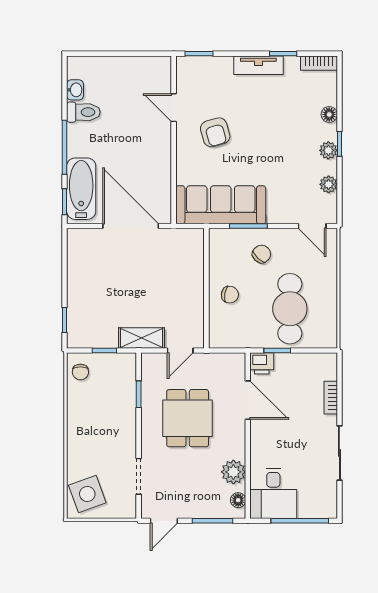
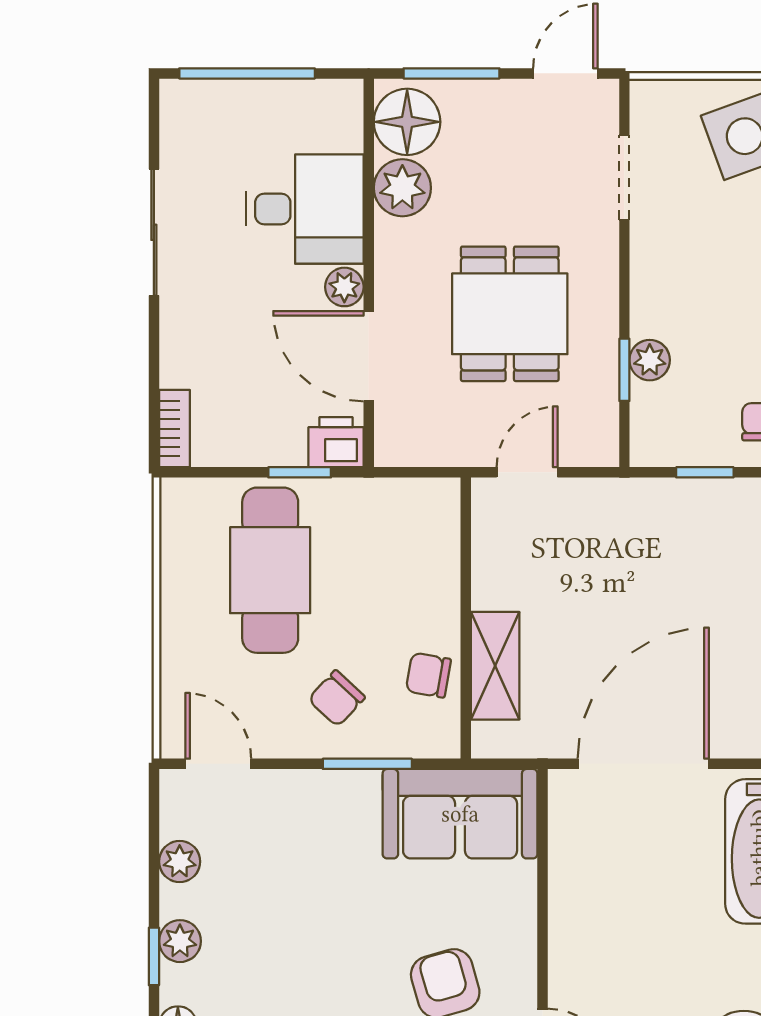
sofa: (221, 205) -> (460, 814), width x0.73
door: (131, 226) -> (643, 764), swing flipped
chair: (230, 295) -> (428, 675), moved
shelving: (142, 338) -> (495, 666), moved, turned 90
plant: (128, 398) -> (650, 360), added
bookcase: (331, 398) -> (174, 429), moved
plant: (258, 430) -> (344, 287), added
desk: (273, 493) -> (305, 209), moved, turned 90
floor lamp: (238, 500) -> (407, 122), width x1.89, depth x1.89

